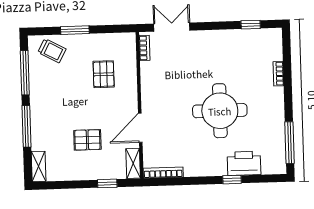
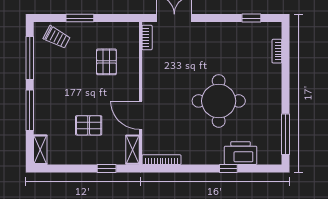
bookcase: (278, 74) -> (277, 51), moved
door: (140, 128) -> (141, 115), hinge flipped

